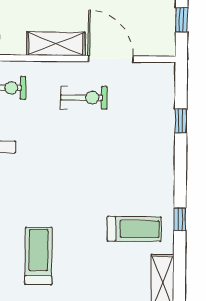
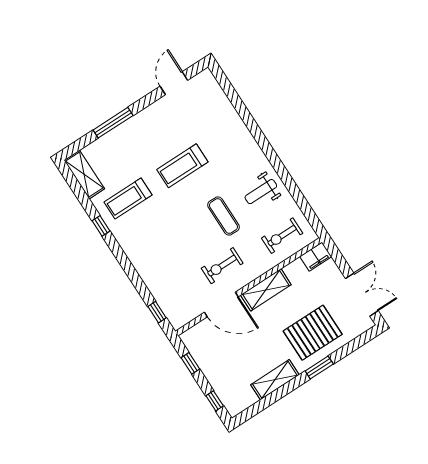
window: (181, 121) -> (157, 312), moved
exercise mat: (49, 147) -> (223, 216), added
treadmill: (39, 256) -> (182, 166), moved, turned 90

